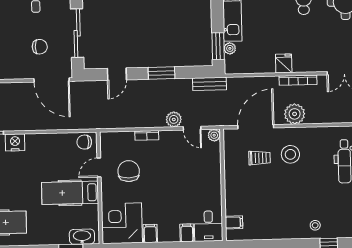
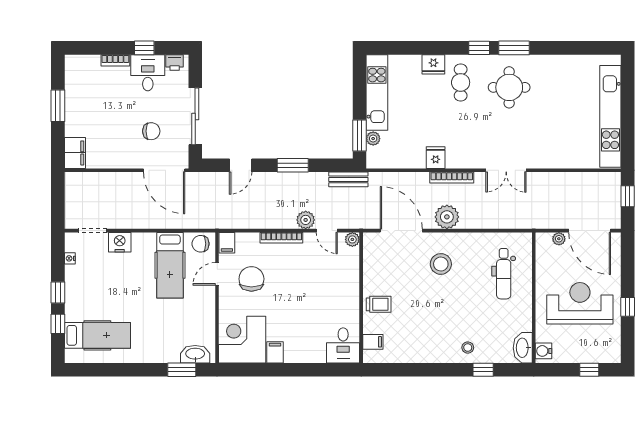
door: (256, 127) -> (401, 231), hinge flipped
bookcase: (147, 135) -> (281, 238), width x1.56
trolley: (259, 158) -> (379, 304), moved
hospital bed: (70, 193) -> (170, 265), moved, turned -90
filing cabinet: (187, 233) -> (227, 243), moved, turned 180

